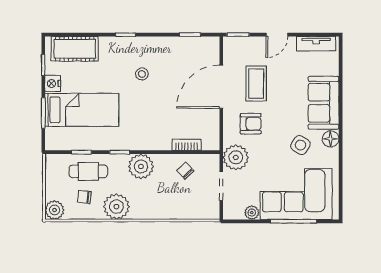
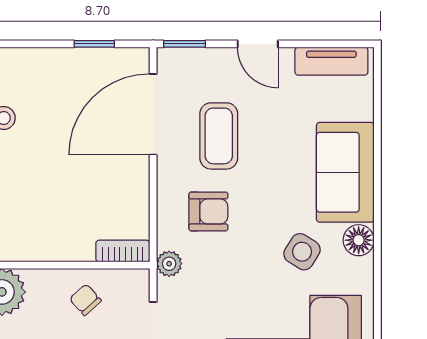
door: (277, 35) -> (258, 44), hinge flipped
door: (221, 87) -> (153, 114), moved
bookcase: (187, 145) -> (123, 251), moved
plant: (236, 157) -> (169, 264), width x0.53, depth x0.53

